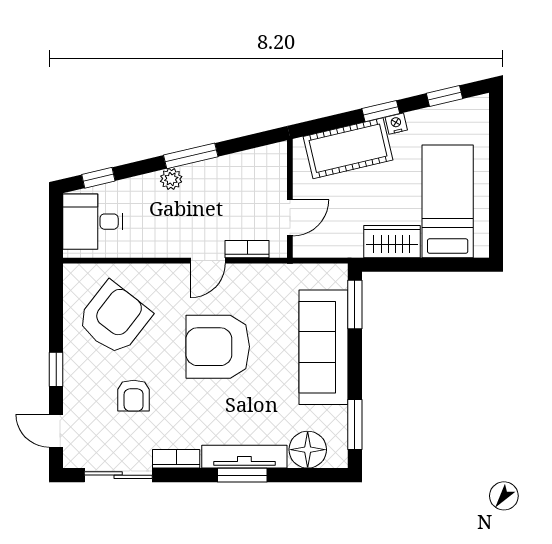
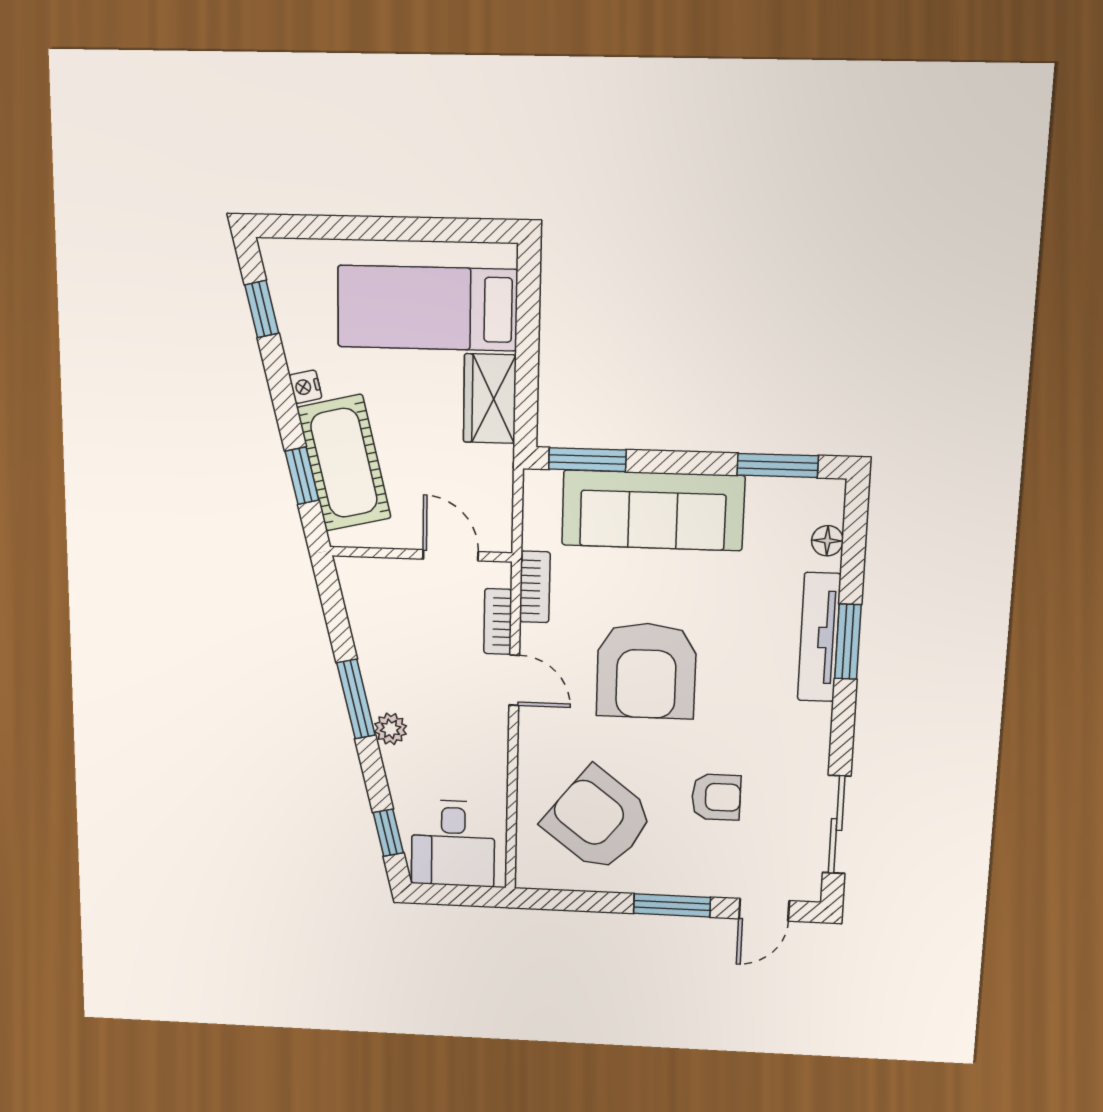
window: (381, 111) -> (302, 476), moved
window: (56, 369) -> (672, 905), width x1.50
floor lamp: (308, 450) -> (827, 541), width x0.53, depth x0.53
bookcase: (176, 459) -> (535, 587), moved, turned 180

